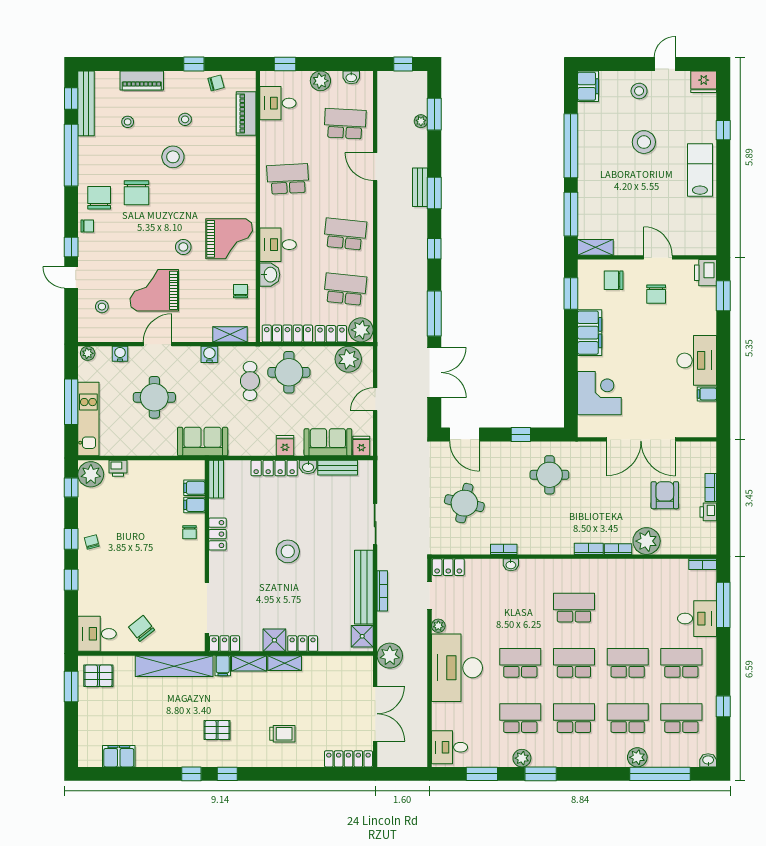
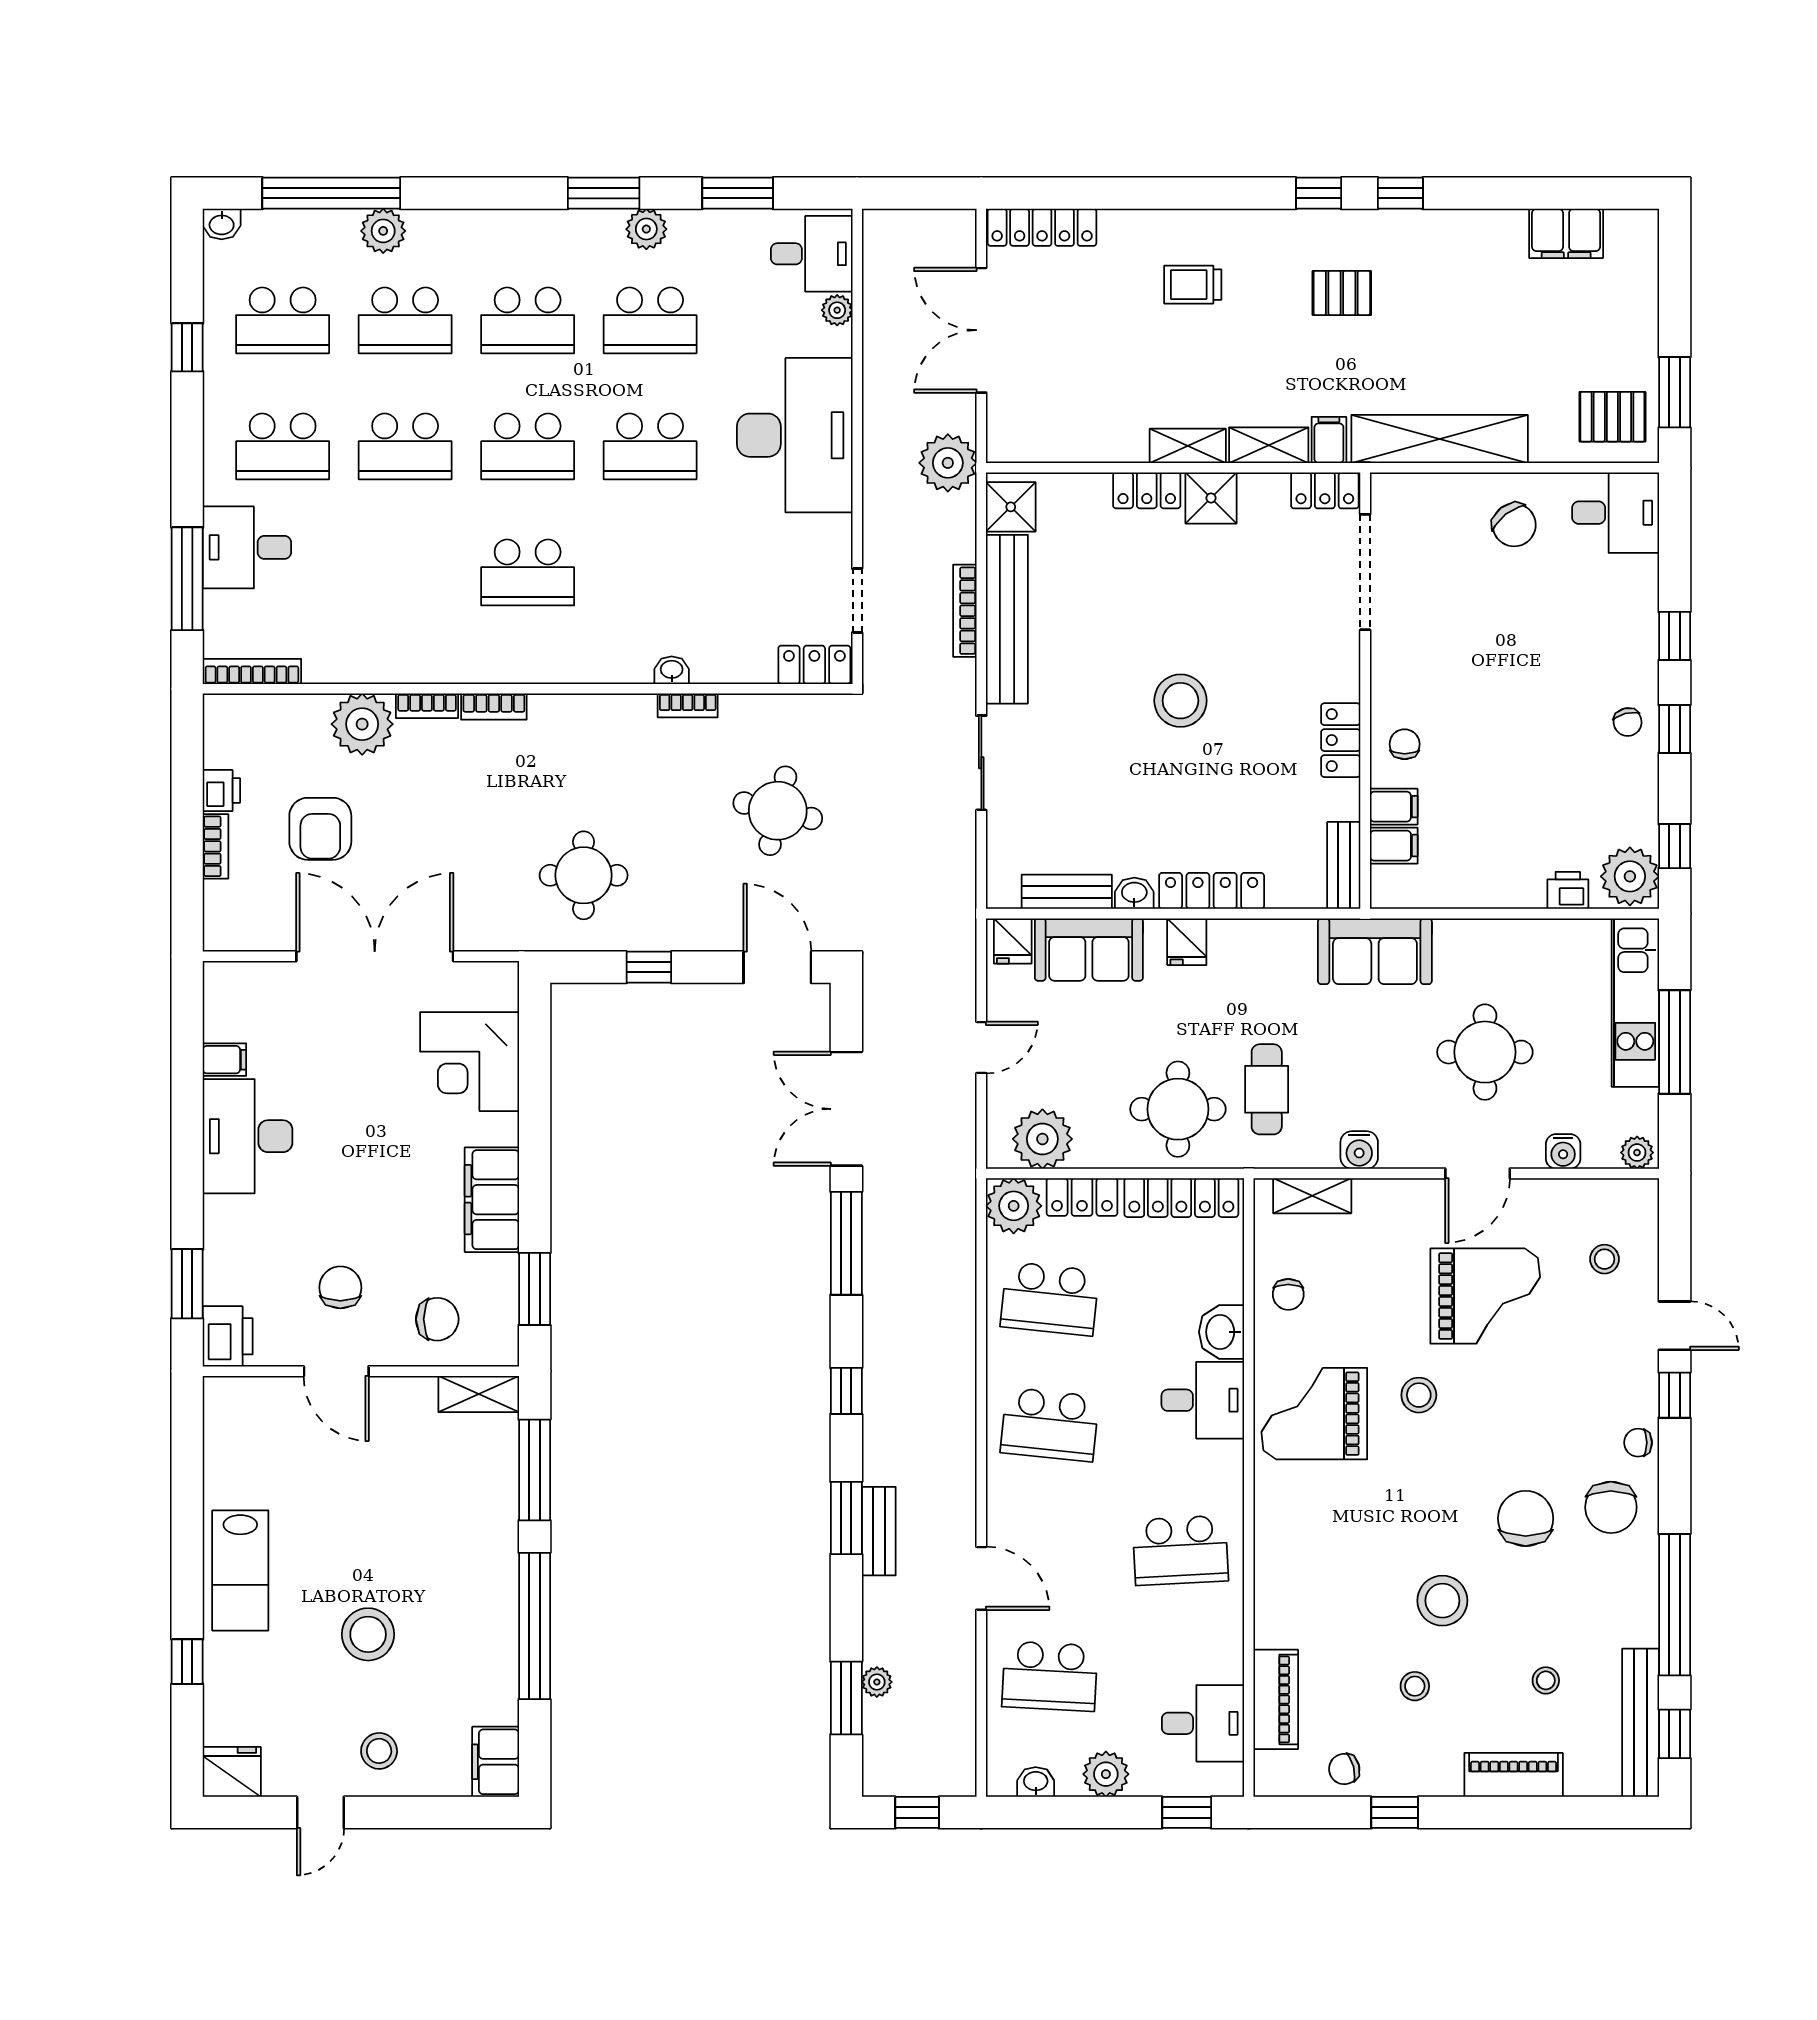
bookcase: (703, 564) -> (252, 671), width x1.56
plant: (438, 626) -> (837, 310), moved

